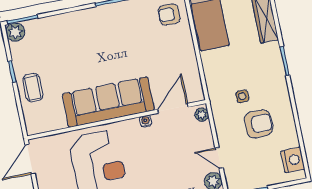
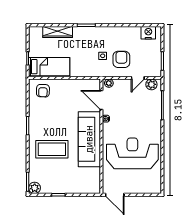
coffee table: (33, 88) -> (52, 149), moved, width x1.86, depth x1.72
armchair: (258, 124) -> (121, 59), moved

